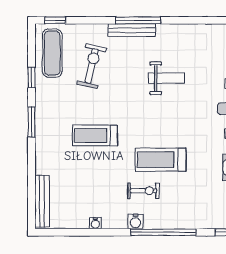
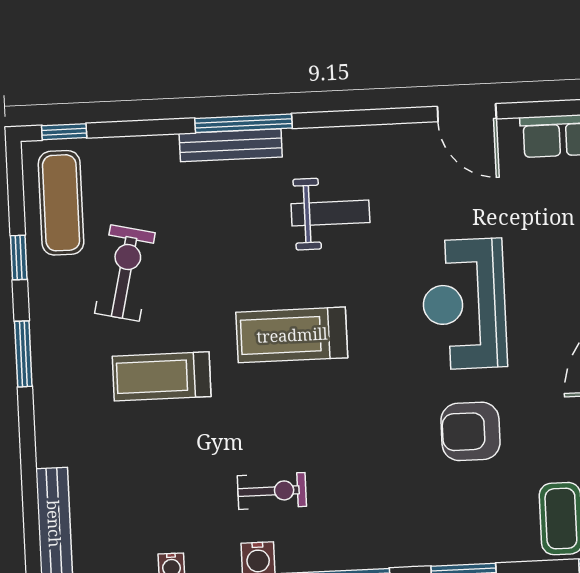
exercise bike: (92, 66) -> (125, 273), moved
weight bench: (167, 78) -> (330, 213), moved
treadmill: (161, 160) -> (292, 335), moved

